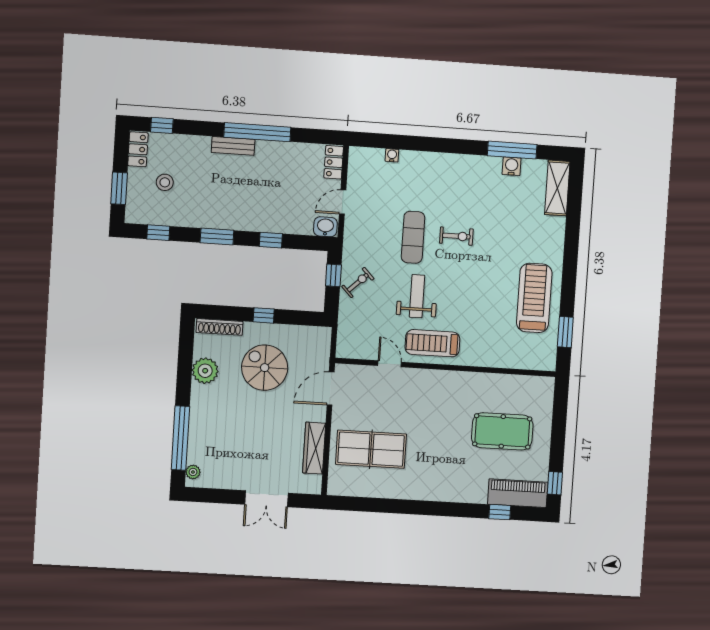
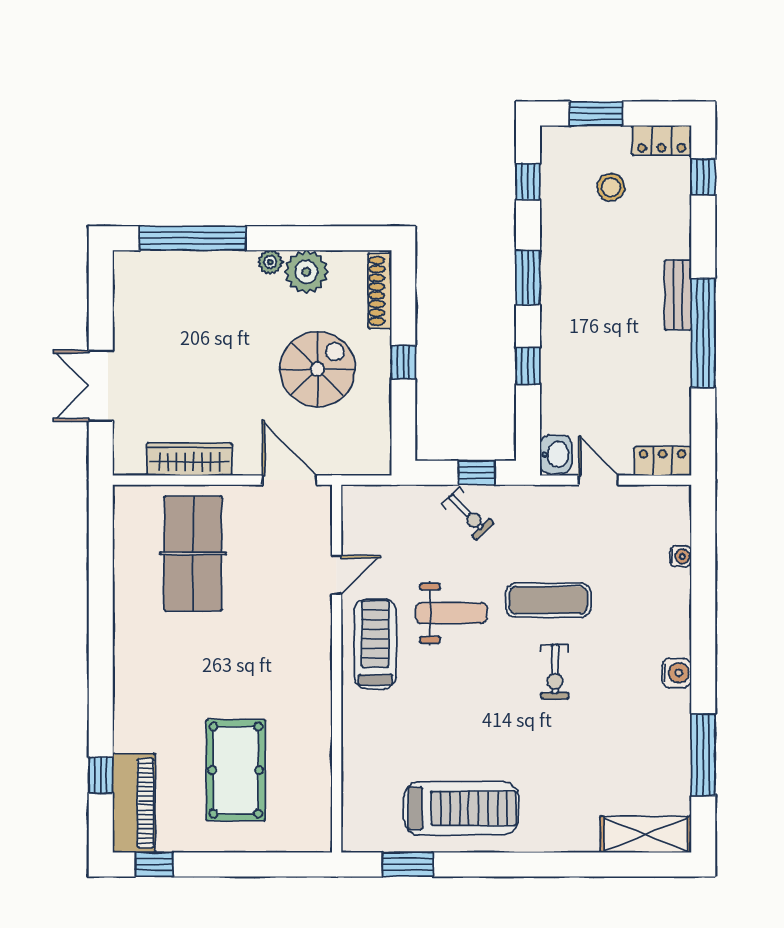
water cooler: (512, 166) -> (677, 673), moved
plant: (193, 472) -> (270, 262), moved

